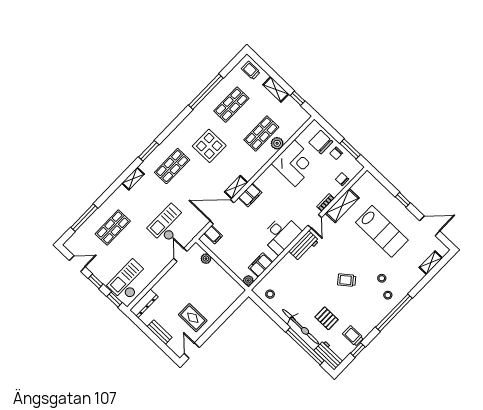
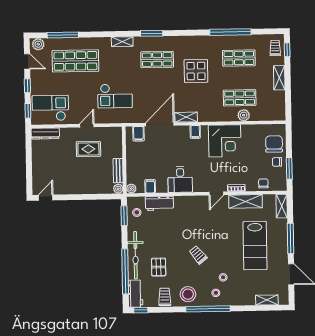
window: (298, 98) -> (287, 50), moved
corner desk: (295, 163) -> (225, 141), moved
shelving: (372, 182) -> (282, 206), added
filing cabinet: (250, 195) -> (195, 132), width x0.50
window: (403, 200) -> (290, 238), width x2.17
door: (222, 212) -> (160, 124), hinge flipped
checkout: (168, 224) -> (115, 96), turned 180
shop shelf: (113, 227) -> (75, 61), width x1.43, depth x1.36
desk: (281, 234) -> (180, 179), width x0.73
plant: (73, 243) -> (38, 44), added
workbench: (304, 246) -> (159, 203), moved
door: (180, 255) -> (87, 126), moved
plant: (206, 259) -> (118, 189), moved
filing cabinet: (261, 265) -> (150, 186), width x0.50
window: (263, 306) -> (124, 216), added
stool: (368, 317) -> (188, 294), added
rug: (193, 318) -> (88, 149), moved, turned 90
bench: (160, 332) -> (118, 171), moved
window: (358, 350) -> (141, 310), moved

